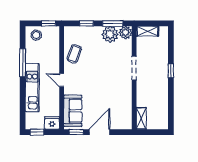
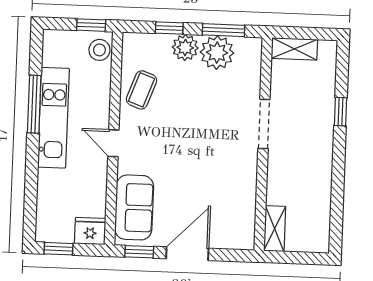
plant: (126, 33) -> (185, 48), moved
stool: (36, 35) -> (99, 50), moved
window: (171, 71) -> (341, 112), moved
kitchen unit: (32, 88) -> (53, 118), moved

